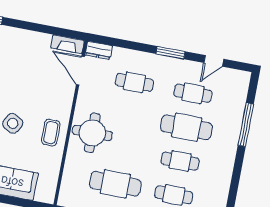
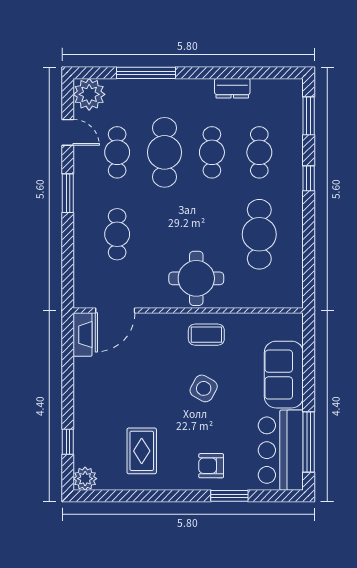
dresser: (99, 50) -> (232, 88), moved, turned 90
plant: (238, 81) -> (89, 94), added

